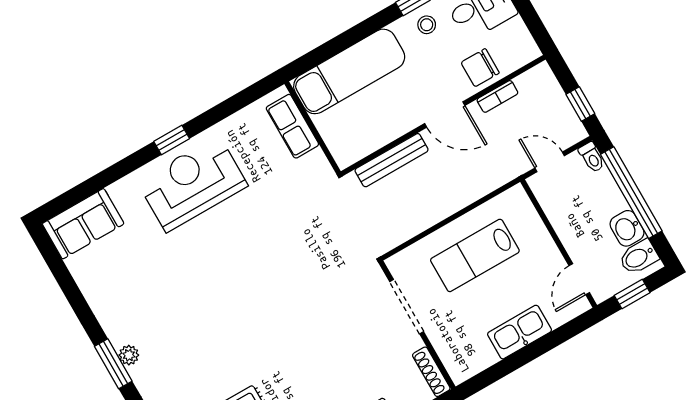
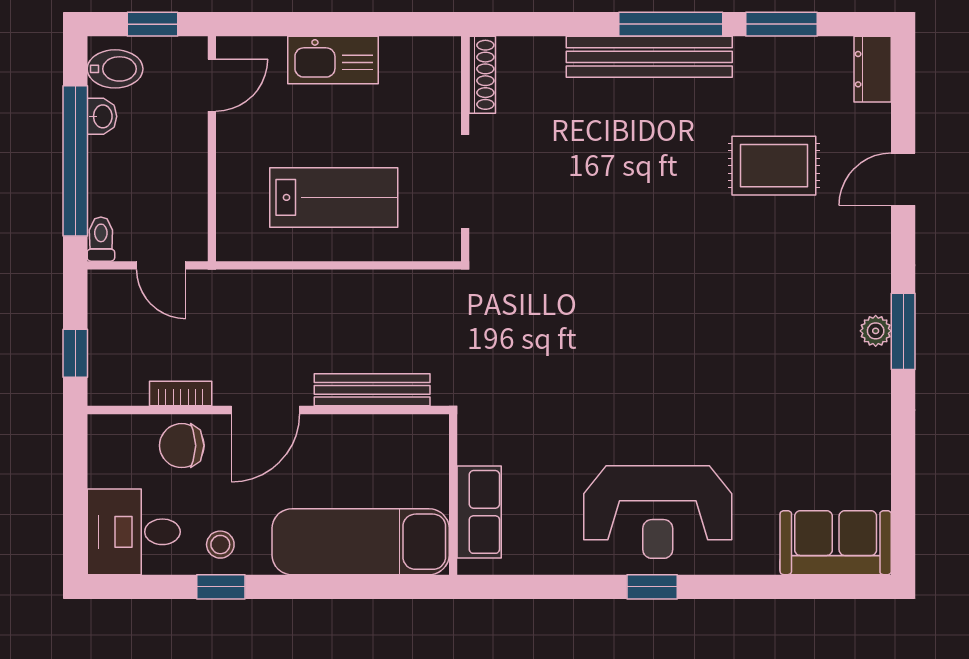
chair: (480, 68) -> (182, 446), turned 180
window: (580, 104) -> (75, 353), moved
door: (445, 115) -> (265, 410), swing flipped
washbasin: (627, 228) -> (102, 116), width x0.72, depth x0.69

